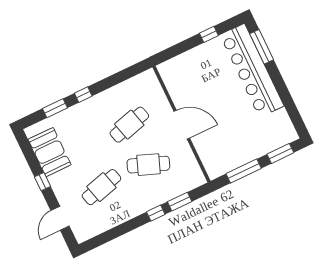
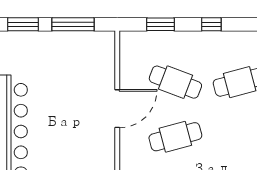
door: (182, 125) -> (117, 109), swing flipped
window: (156, 213) -> (211, 24), moved

